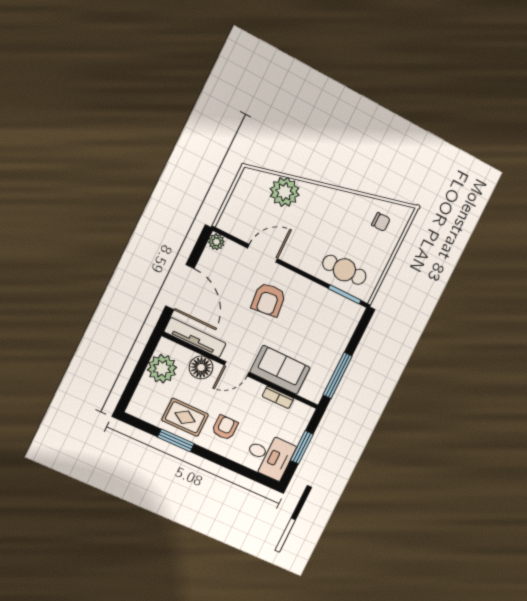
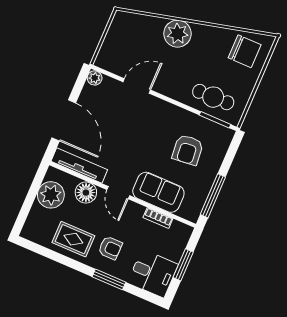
plant: (285, 192) -> (178, 34), moved
chair: (381, 222) -> (245, 51), width x1.87, depth x1.87
armchair: (269, 300) -> (188, 150), moved
door: (236, 369) -> (118, 193), hinge flipped
armchair: (225, 428) -> (110, 248), turned 90
window: (176, 440) -> (109, 279), moved

